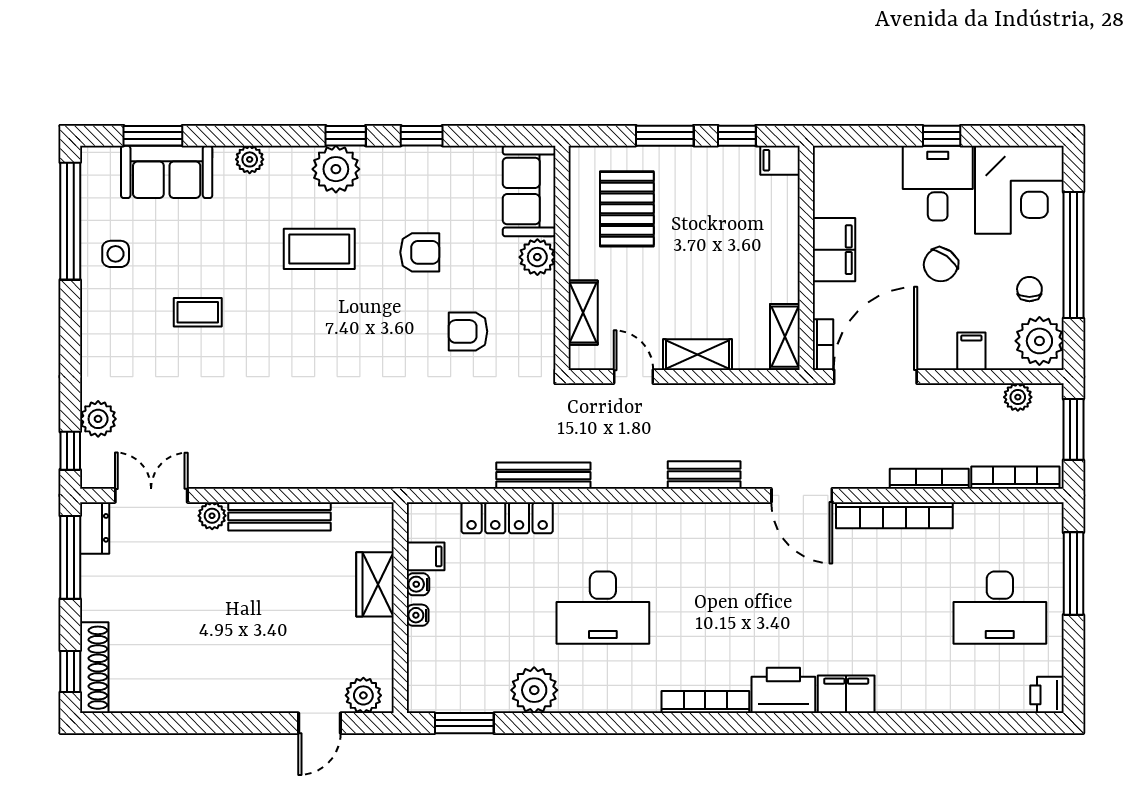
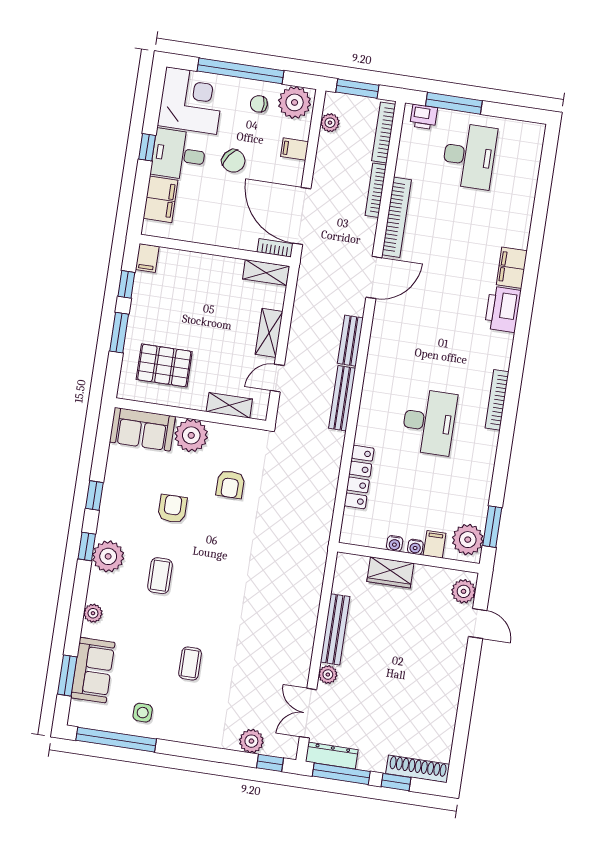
coffee table: (319, 249) -> (160, 576), width x0.73, depth x0.77
filing cabinet: (834, 250) -> (161, 199), moved, turned 90
plant: (537, 257) -> (191, 435), width x1.36, depth x1.36
bench: (543, 476) -> (342, 398), moved
dresser: (95, 528) -> (332, 756), width x1.44
filing cabinet: (426, 556) -> (435, 544), moved
window: (70, 672) -> (396, 782), moved
plant: (534, 690) -> (468, 540), moved
printer: (1047, 695) -> (424, 117), moved
bookcase: (705, 702) -> (497, 400), moved

